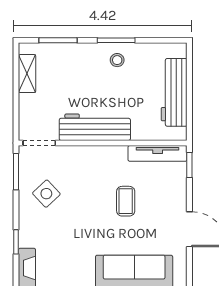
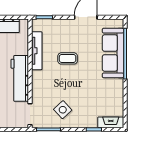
tv unit: (158, 153) -> (37, 51), moved

